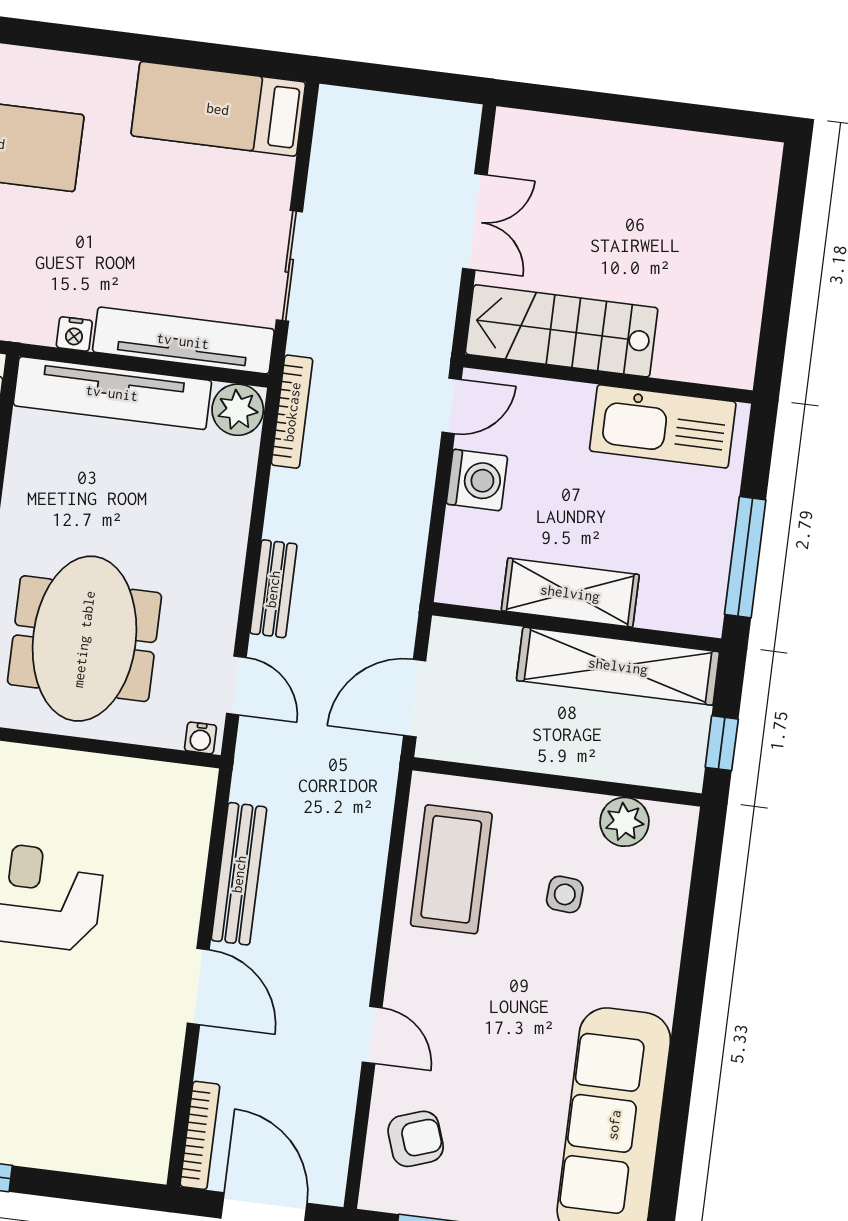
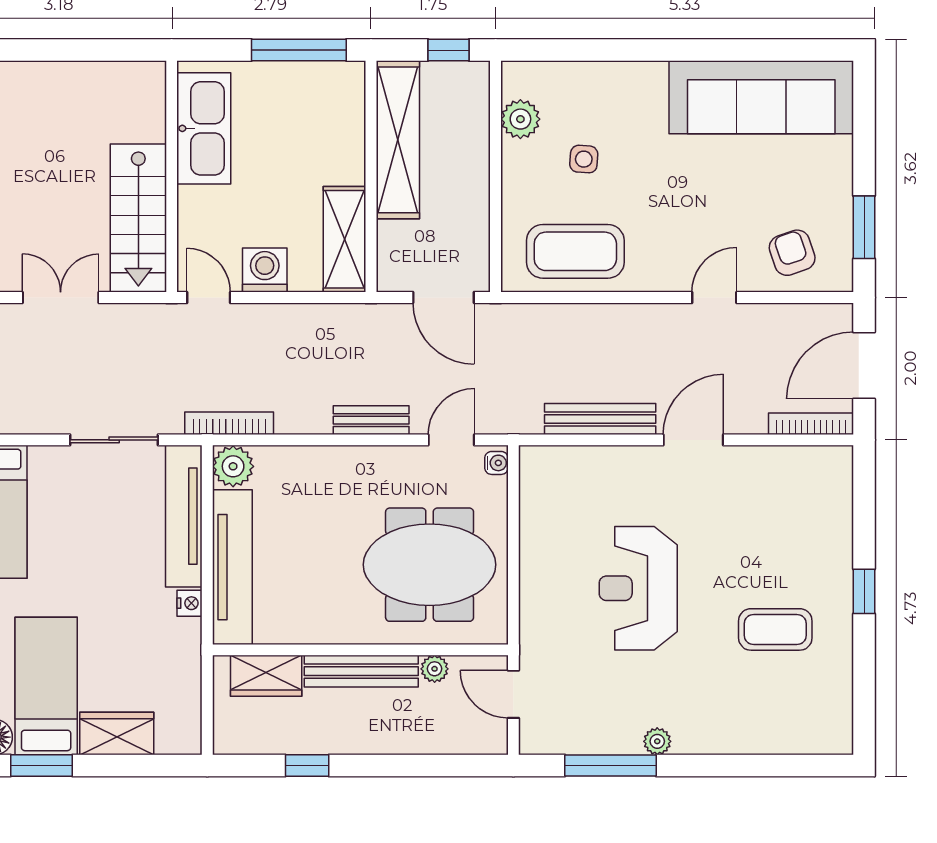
shelving: (570, 593) -> (344, 239), moved

